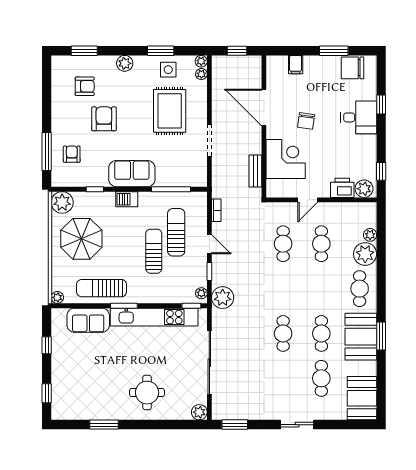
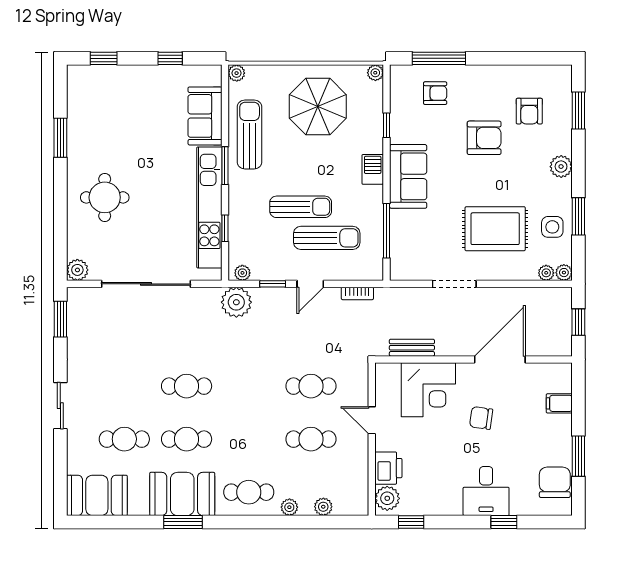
plant: (62, 202) -> (375, 73), width x0.53, depth x0.53
plant: (365, 254) -> (289, 507), width x0.53, depth x0.53
window: (191, 306) -> (225, 228), moved

